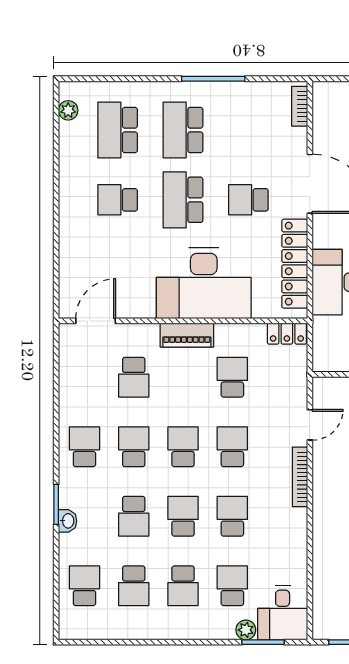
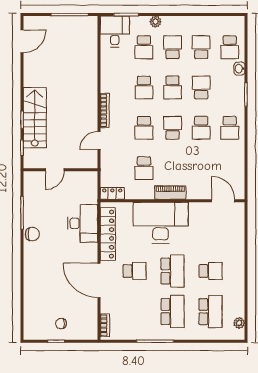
door: (96, 321) -> (223, 201), swing flipped
school desk: (134, 377) -> (201, 168), removed
school desk: (183, 447) -> (173, 128), turned 180
washbasin: (68, 521) -> (239, 69), moved
plant: (246, 630) -> (156, 22), moved

